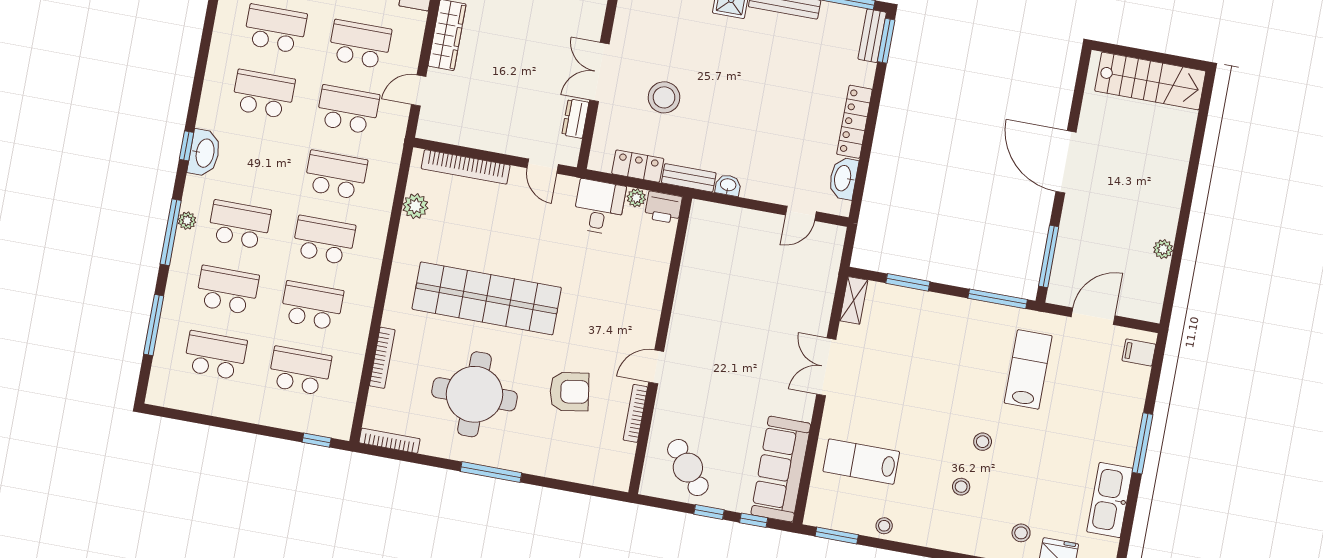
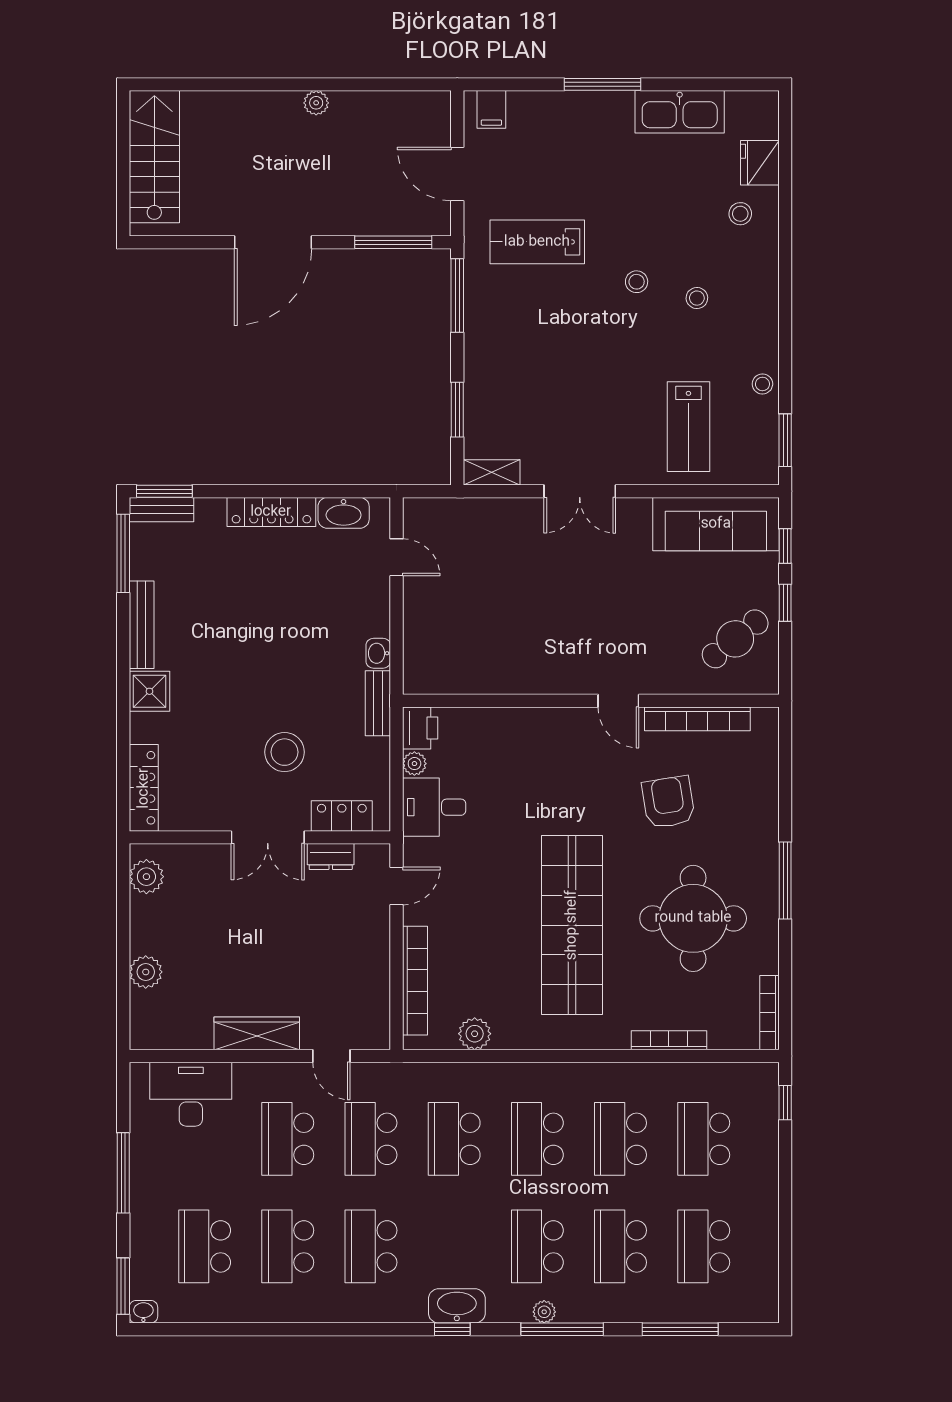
locker: (638, 166) -> (342, 816), moved, turned 90
plant: (1163, 249) -> (316, 103), moved
bookcase: (635, 413) -> (697, 719), width x1.48, depth x1.31

